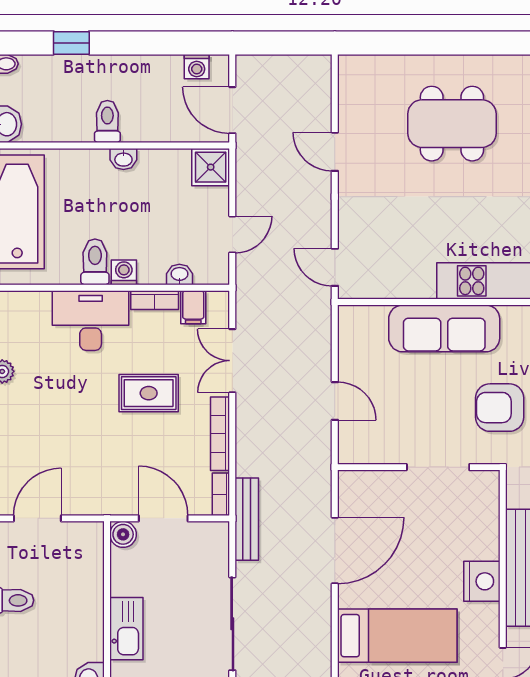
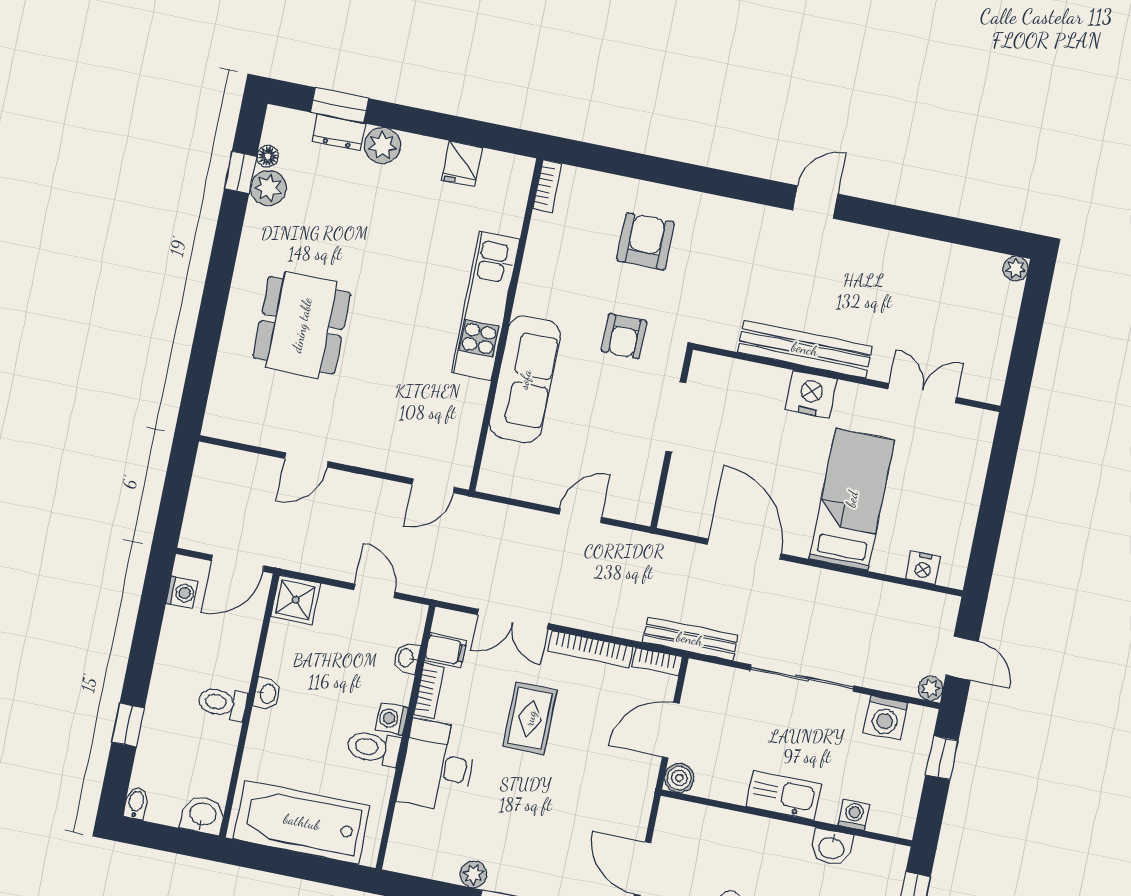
armchair: (500, 408) -> (624, 336), width x0.72, depth x0.72

